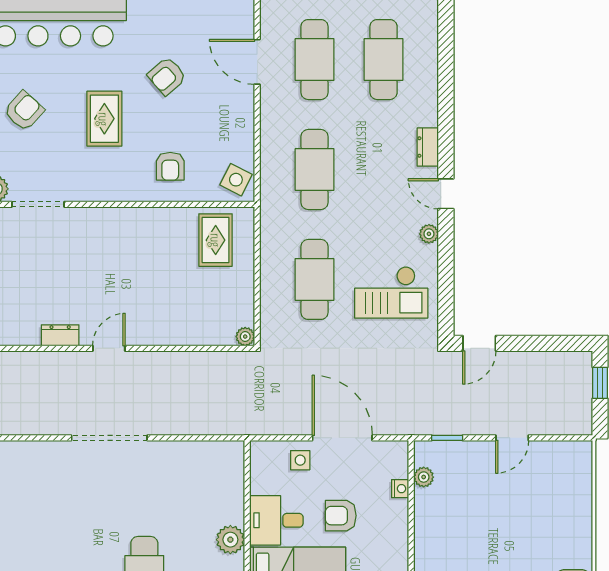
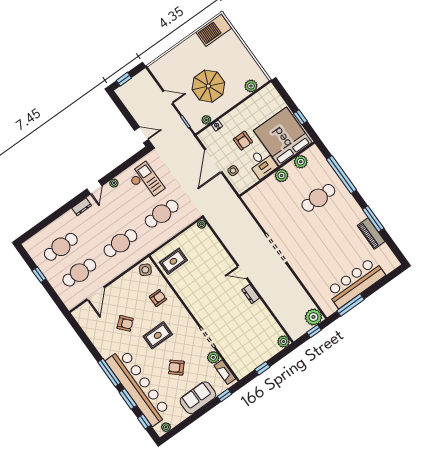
parasol: (481, 524) -> (208, 86), added

